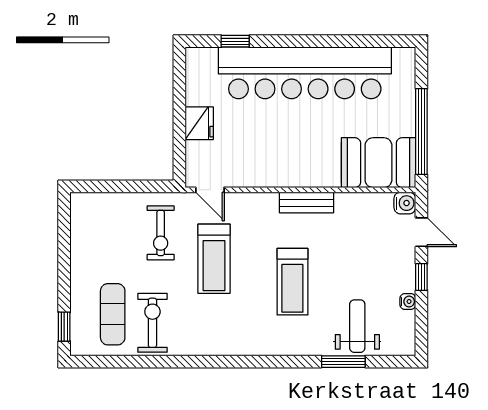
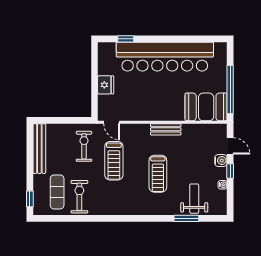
water cooler: (405, 203) -> (221, 161), moved
exercise bike: (161, 233) -> (84, 146), turned 180
bench: (81, 237) -> (39, 149), added

